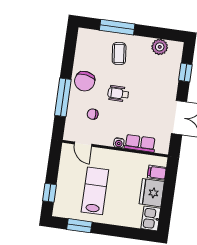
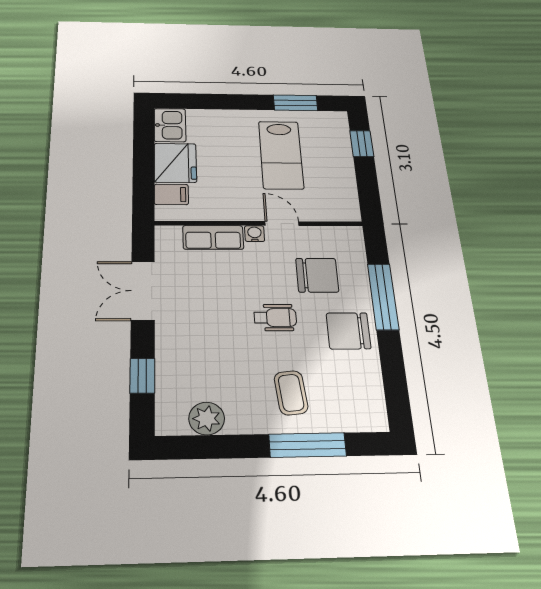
chair: (85, 81) -> (348, 331), turned -100
chair: (93, 114) -> (317, 275), width x1.87, depth x1.87
door: (83, 144) -> (282, 224), moved

